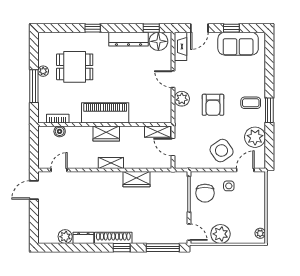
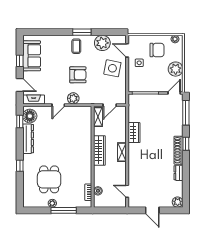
piano: (105, 113) -> (84, 156), removed
wardrobe: (106, 133) -> (99, 150), width x1.50
side table: (222, 151) -> (112, 68), turned 45
door: (34, 190) -> (152, 210), moved
chair: (205, 193) -> (157, 50), moved
plant: (65, 237) -> (178, 202), moved

